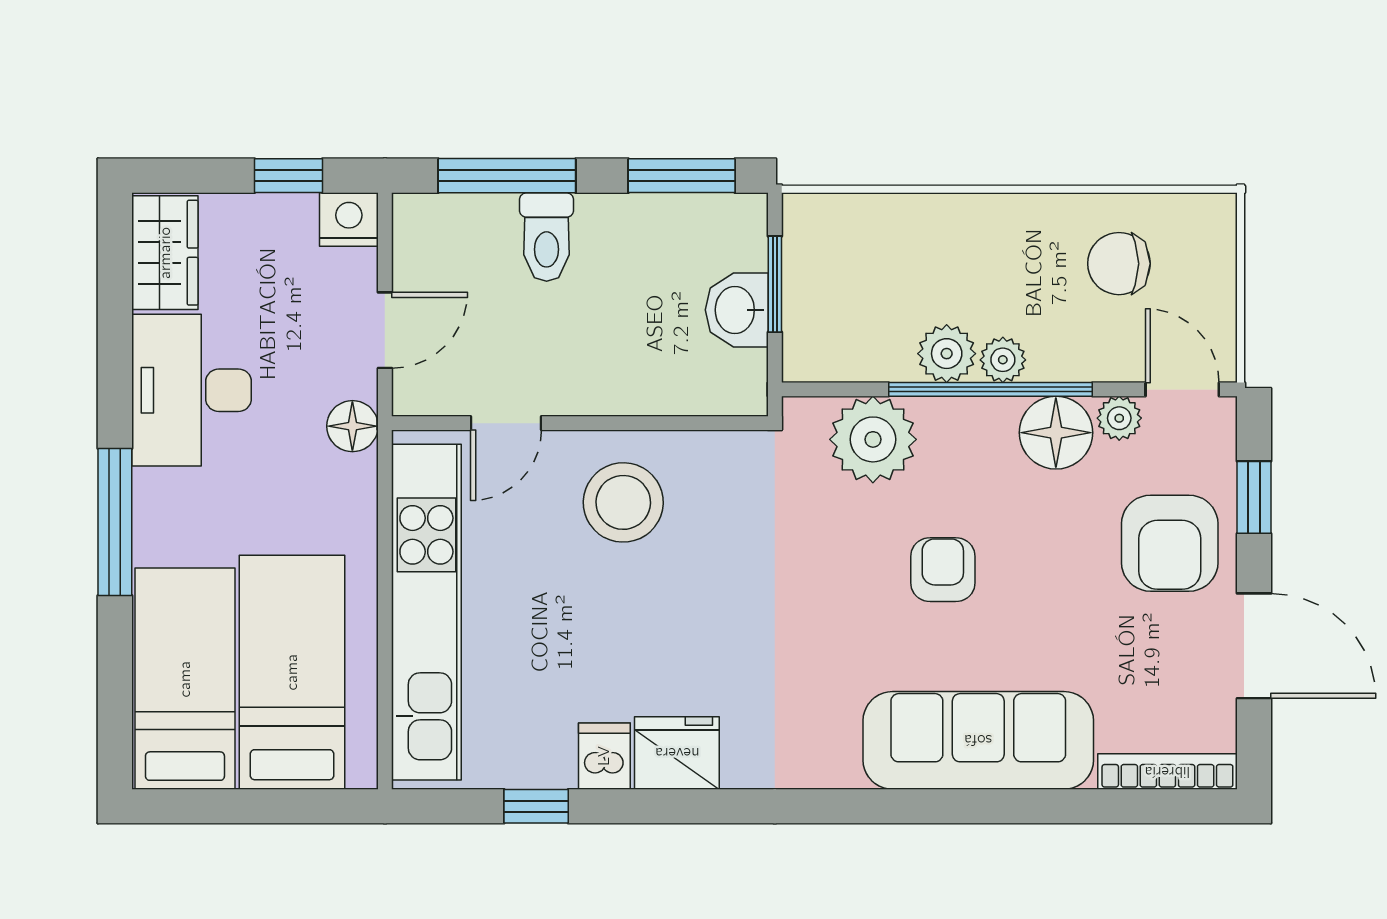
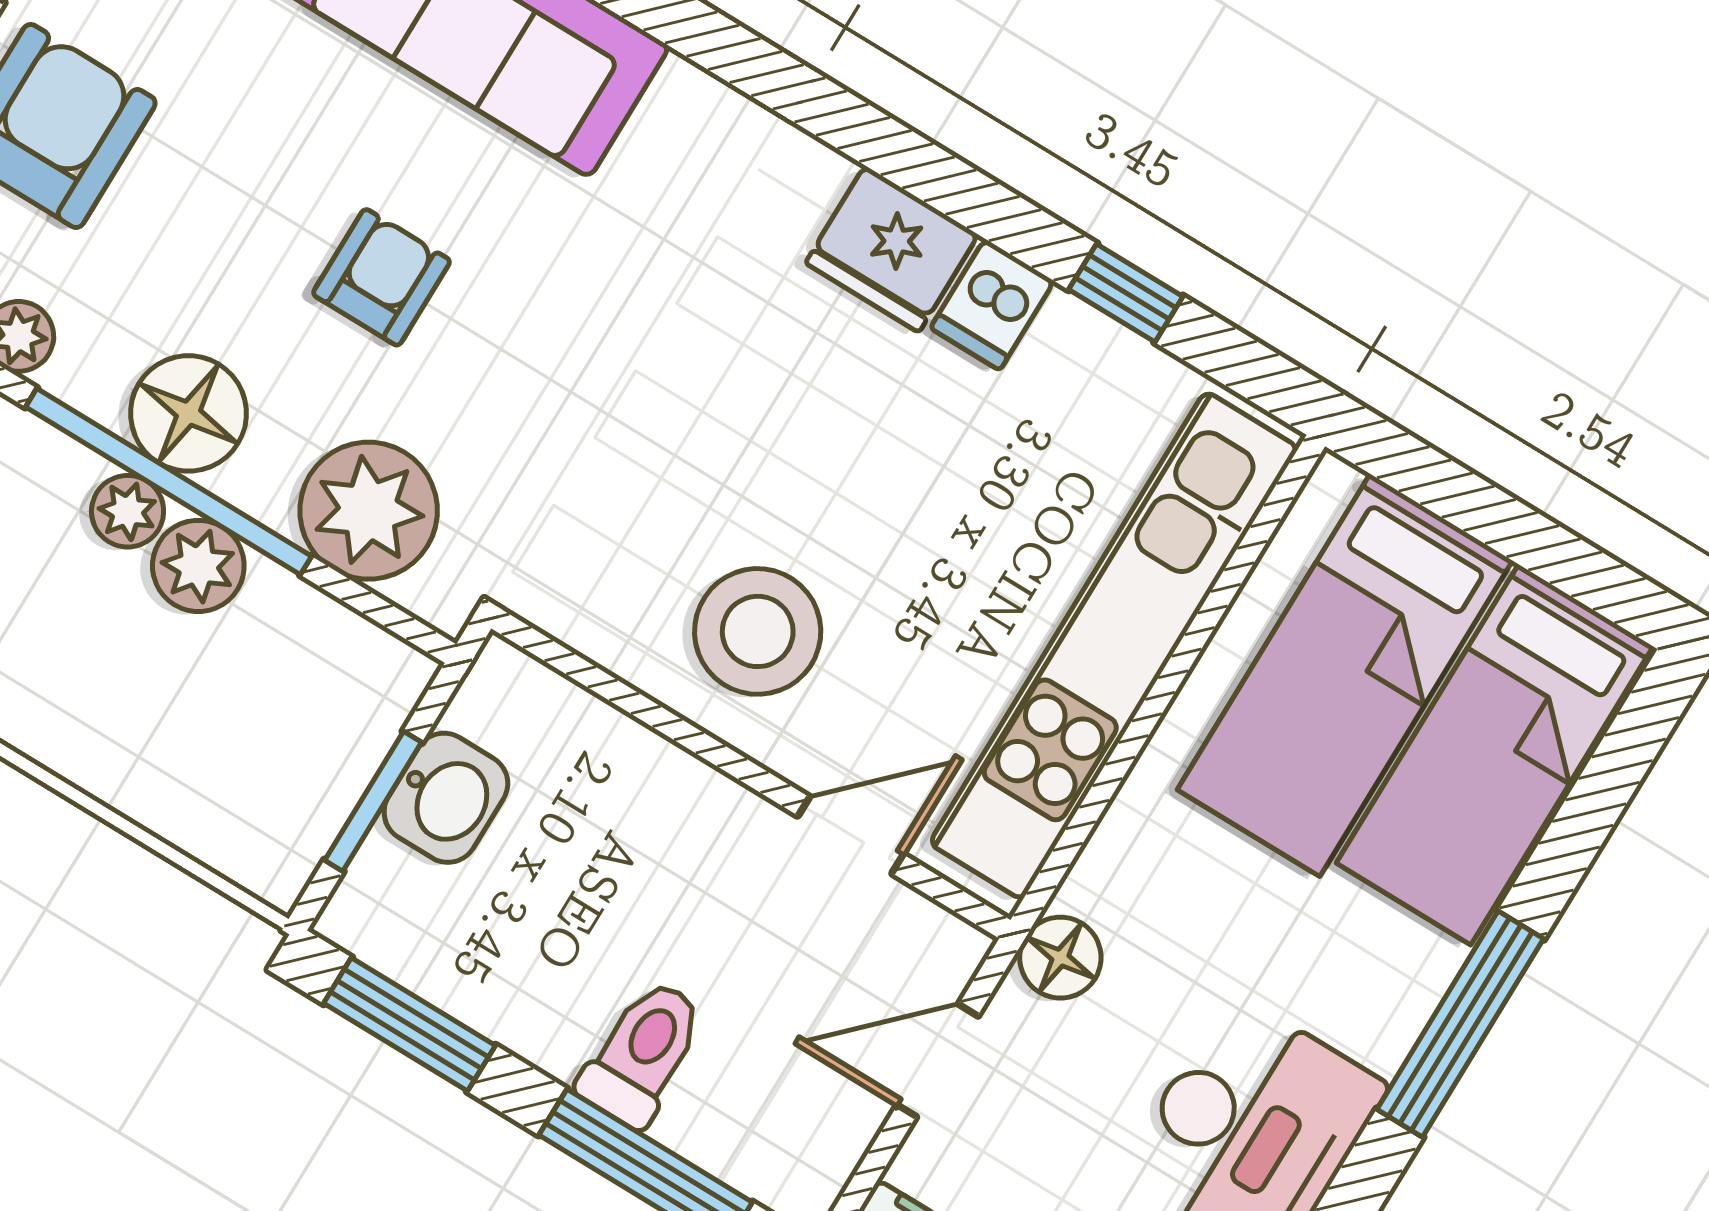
floor lamp: (1056, 433) -> (188, 413), moved
armchair: (943, 570) -> (381, 277), turned 180

